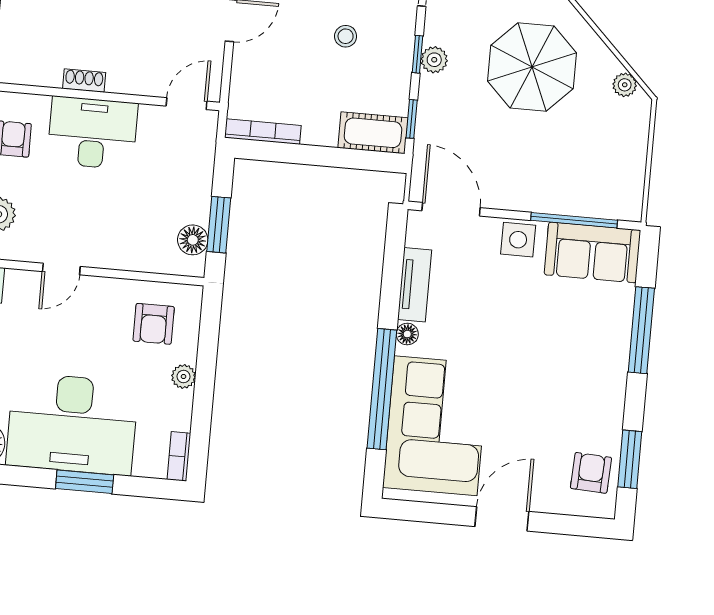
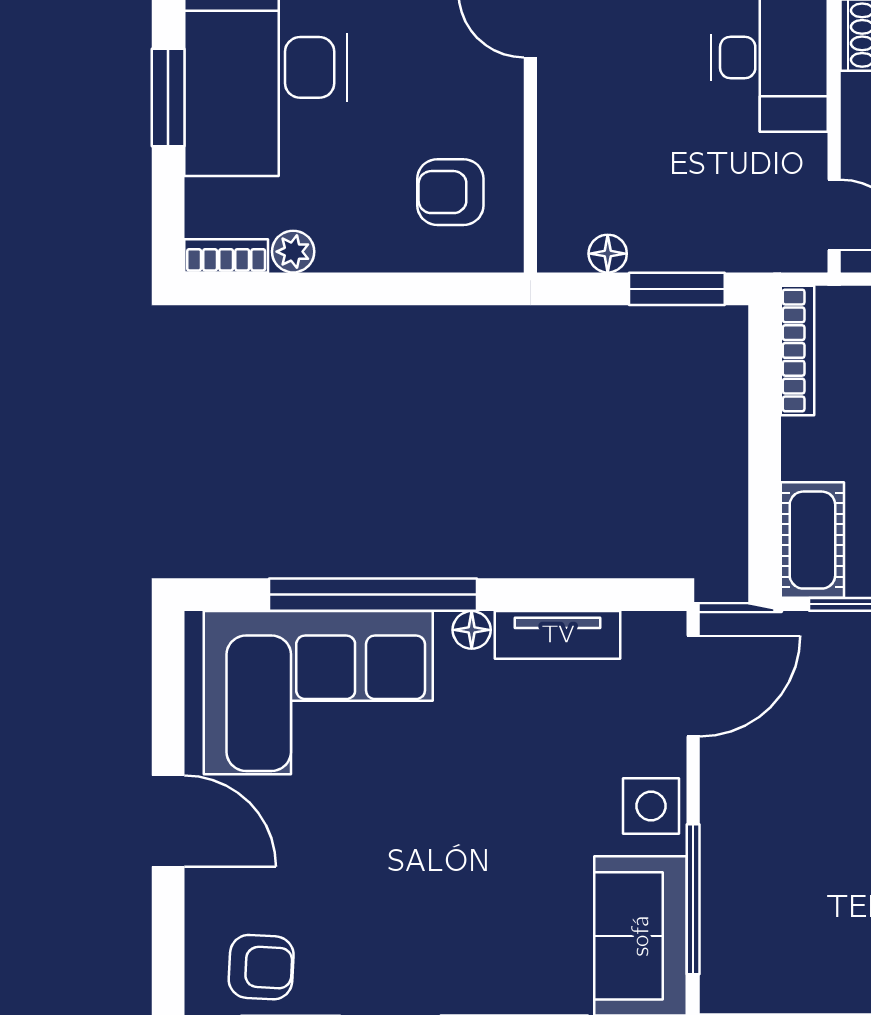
window: (219, 225) -> (677, 289), moved
floor lamp: (193, 240) -> (608, 254), width x0.73, depth x0.73
plant: (184, 377) -> (293, 252), moved

